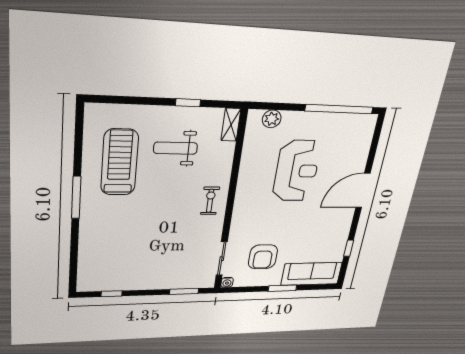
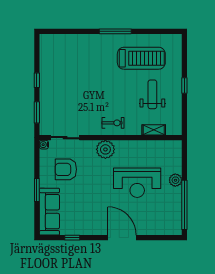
window: (188, 103) -> (184, 85), moved
plant: (272, 119) -> (175, 180), moved
shelving: (231, 125) -> (154, 130), moved
plant: (245, 210) -> (105, 149), added
window: (112, 294) -> (37, 80), moved

